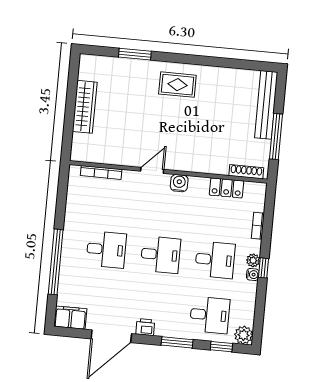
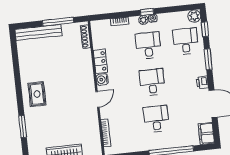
door: (152, 170) -> (97, 99), swing flipped
locker: (227, 188) -> (100, 61), moved

